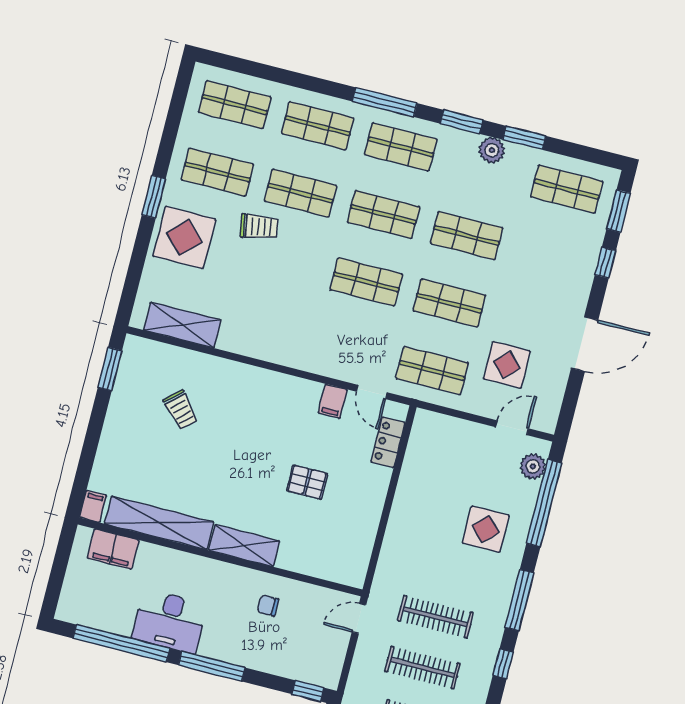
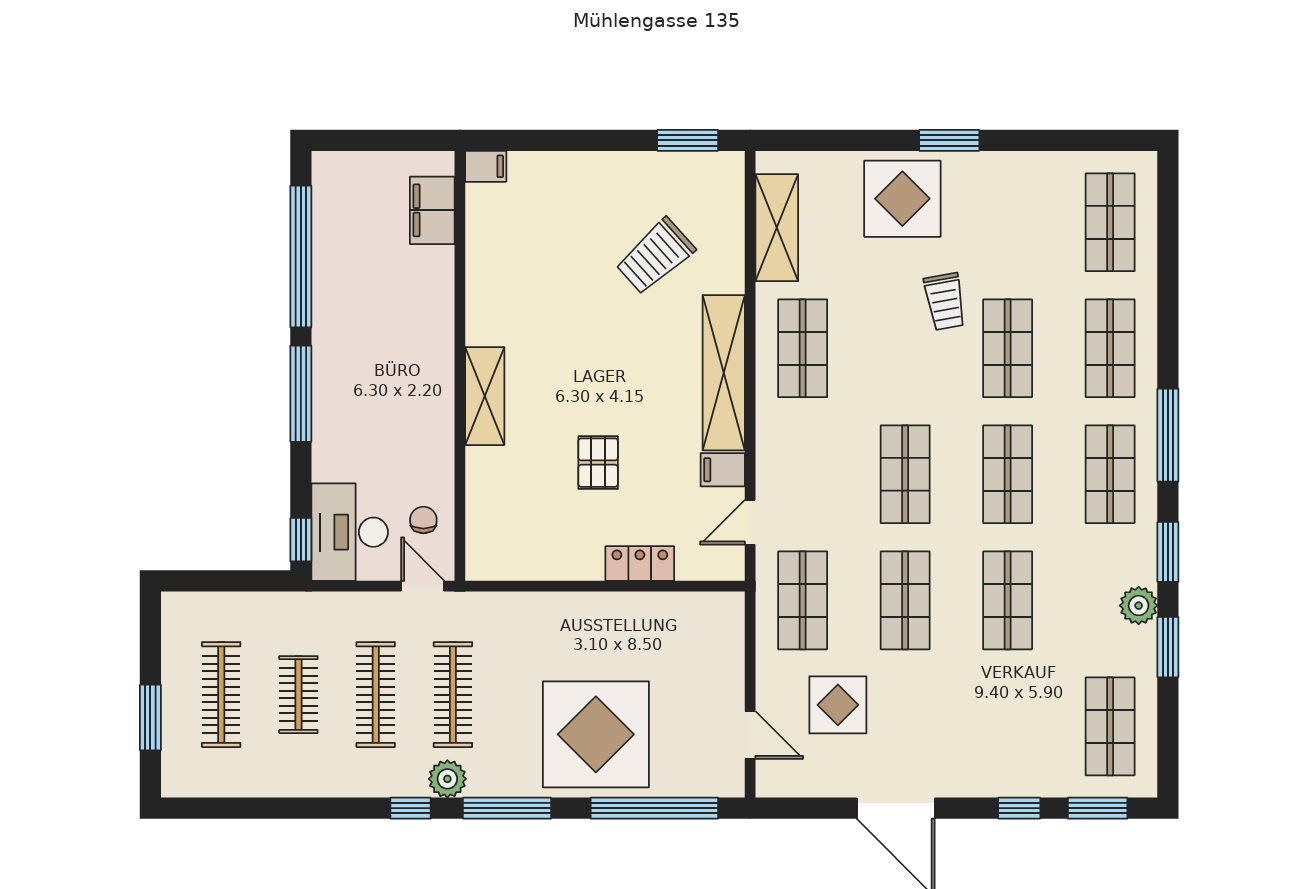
shop shelf: (217, 172) -> (803, 348), moved
trolley: (181, 410) -> (655, 256), width x1.36, depth x1.39
locker: (388, 442) -> (640, 564), moved
plant: (533, 466) -> (447, 779), moved
shelving: (159, 523) -> (724, 373), moved
display table: (486, 529) -> (596, 734), width x1.86, depth x1.86
chair: (268, 606) -> (423, 520), moved
desk: (169, 621) -> (350, 532), moved

